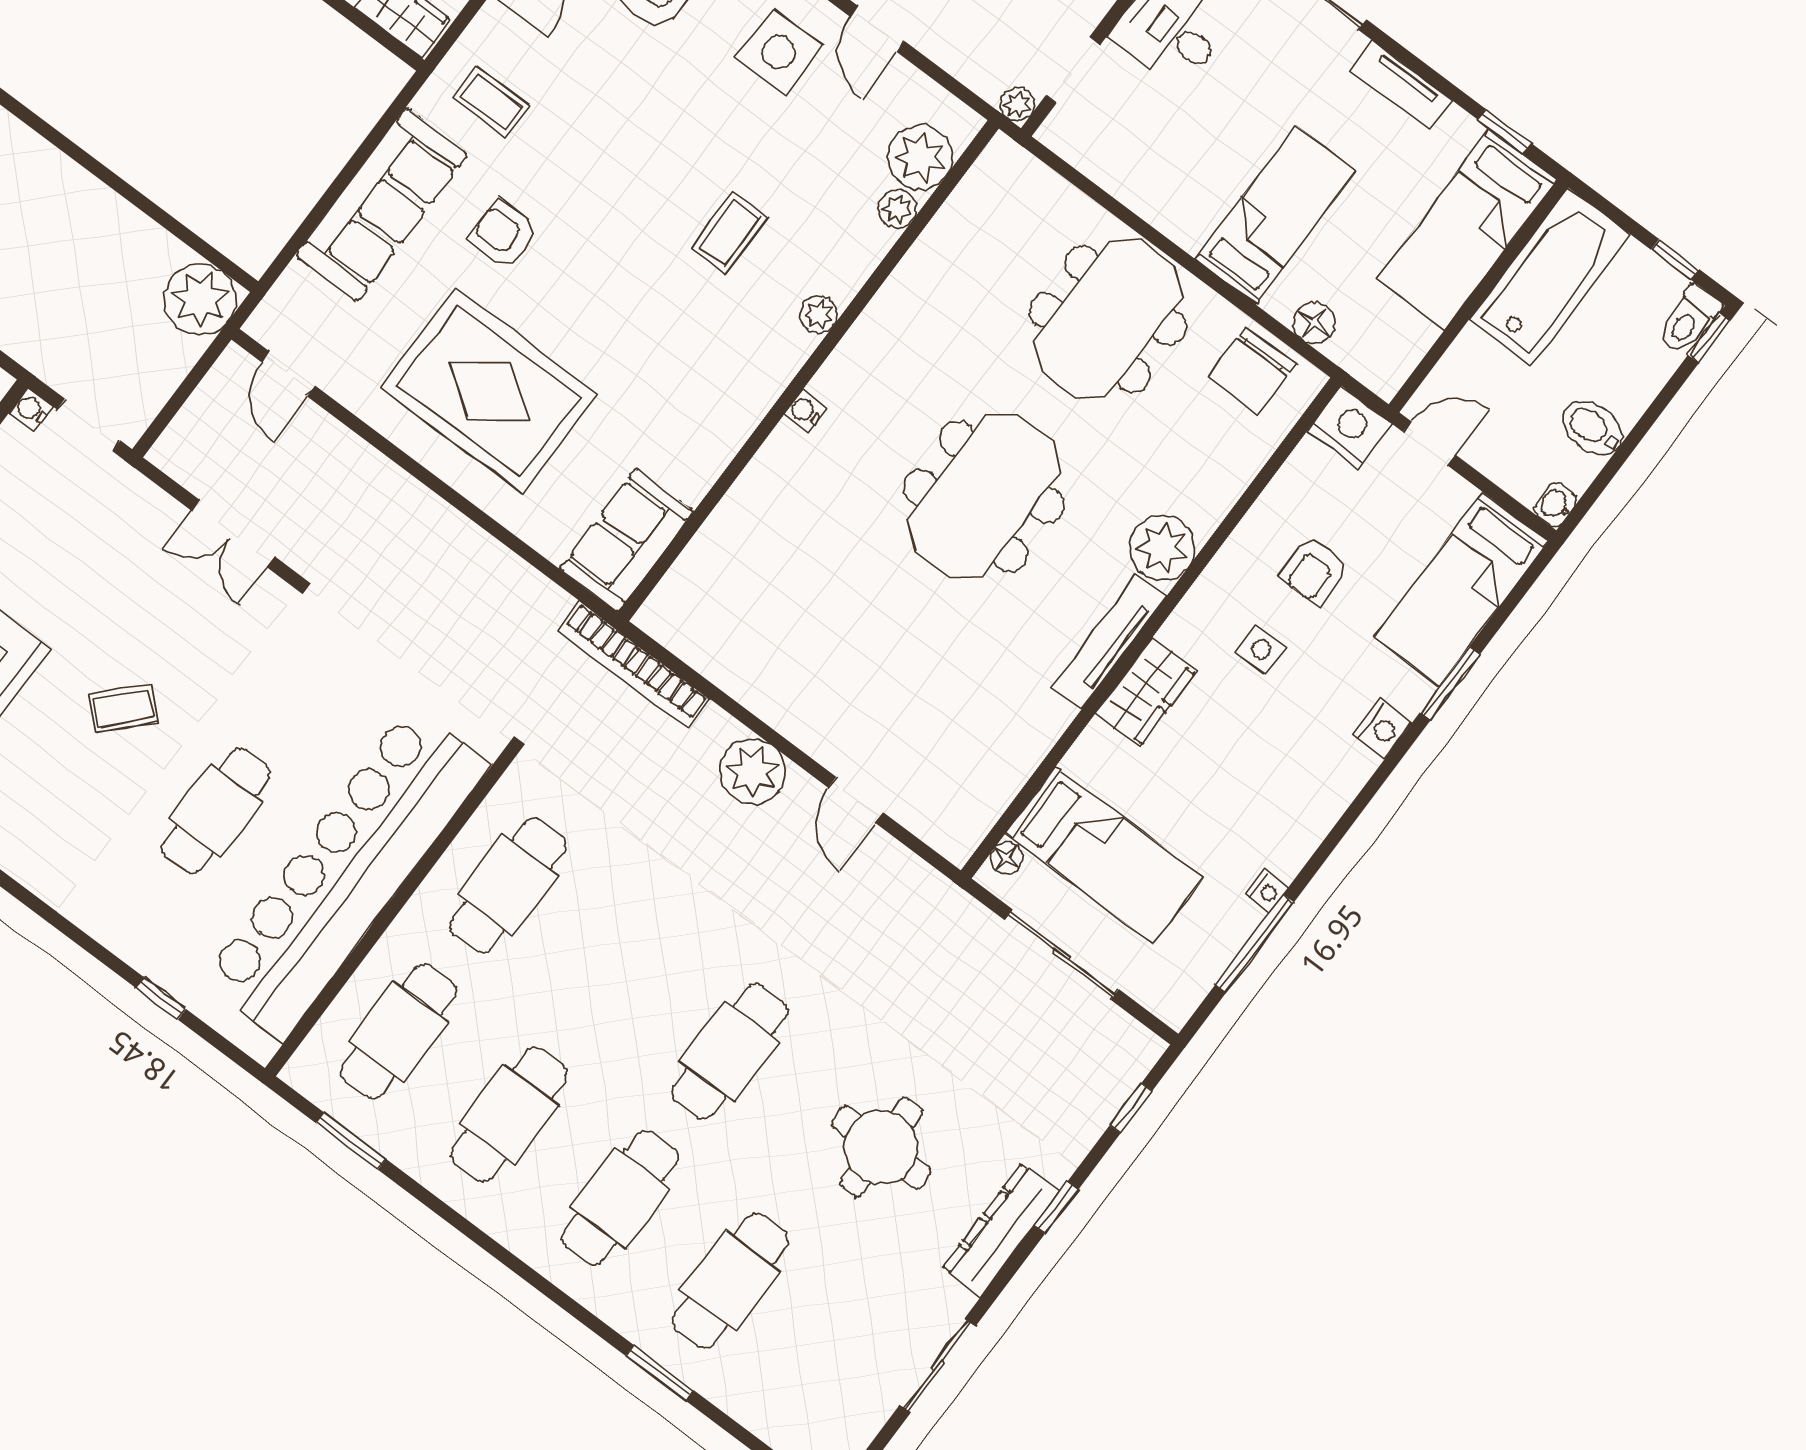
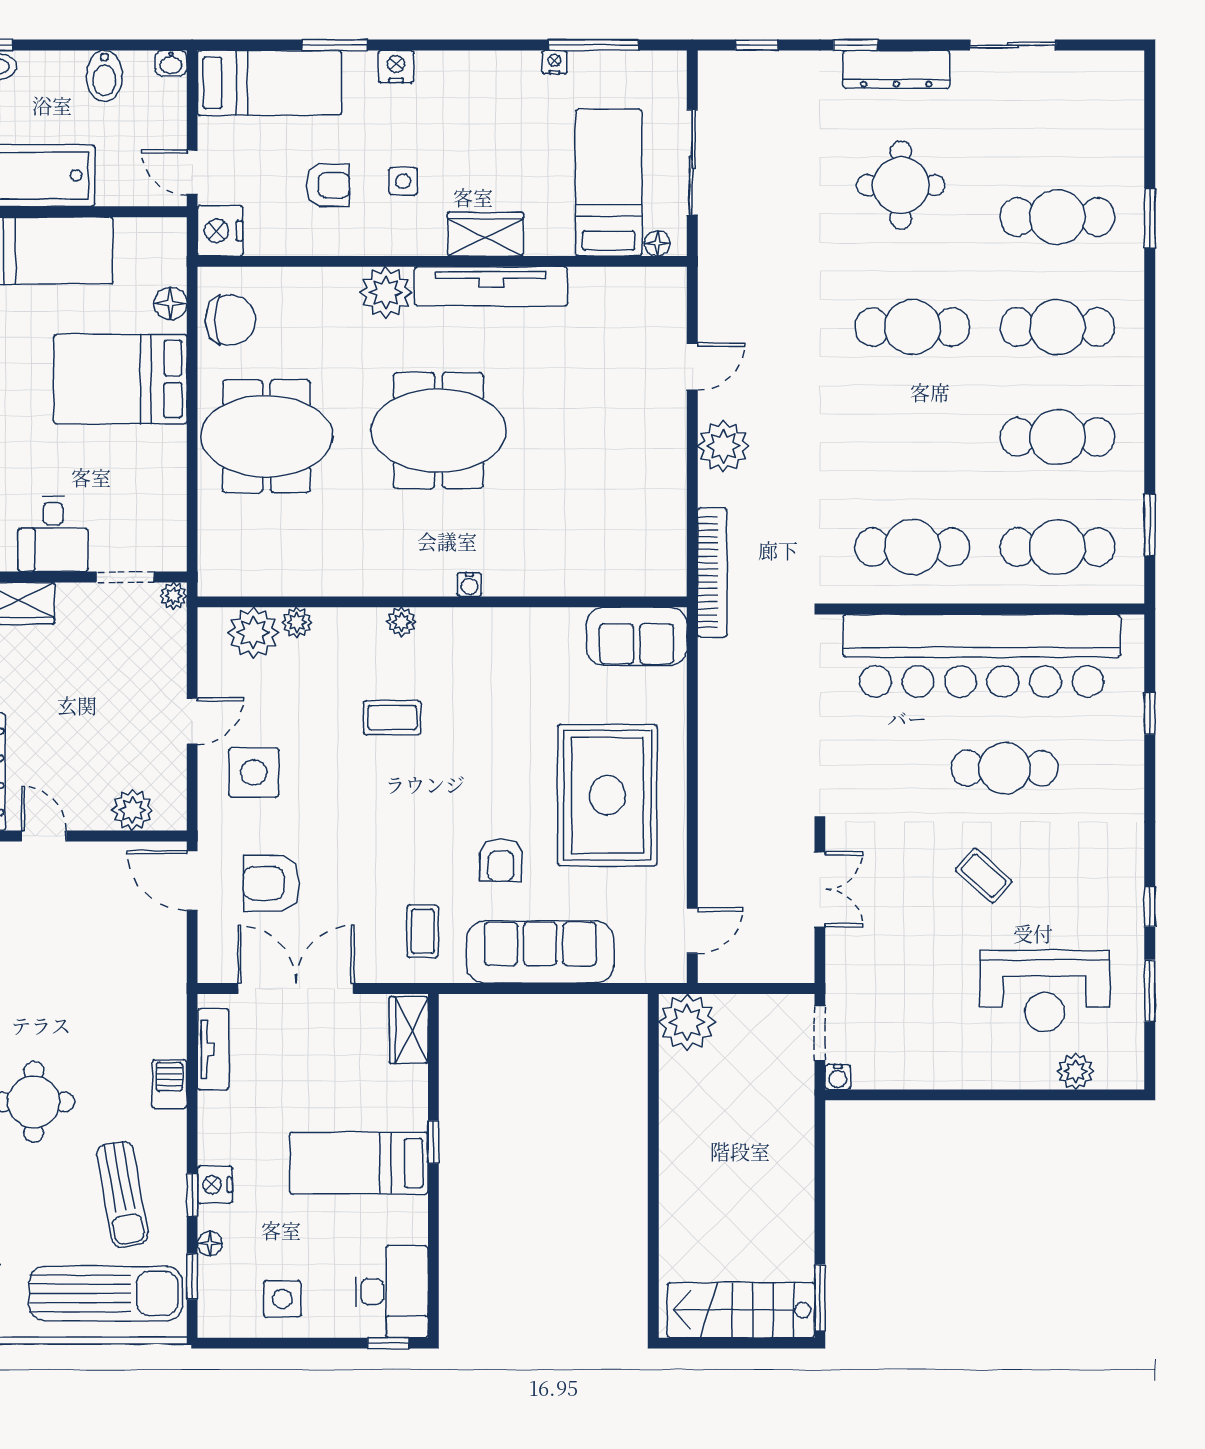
bed: (1276, 215) -> (120, 379), width x1.50
tv unit: (1109, 641) -> (491, 286), width x1.36, depth x1.29

